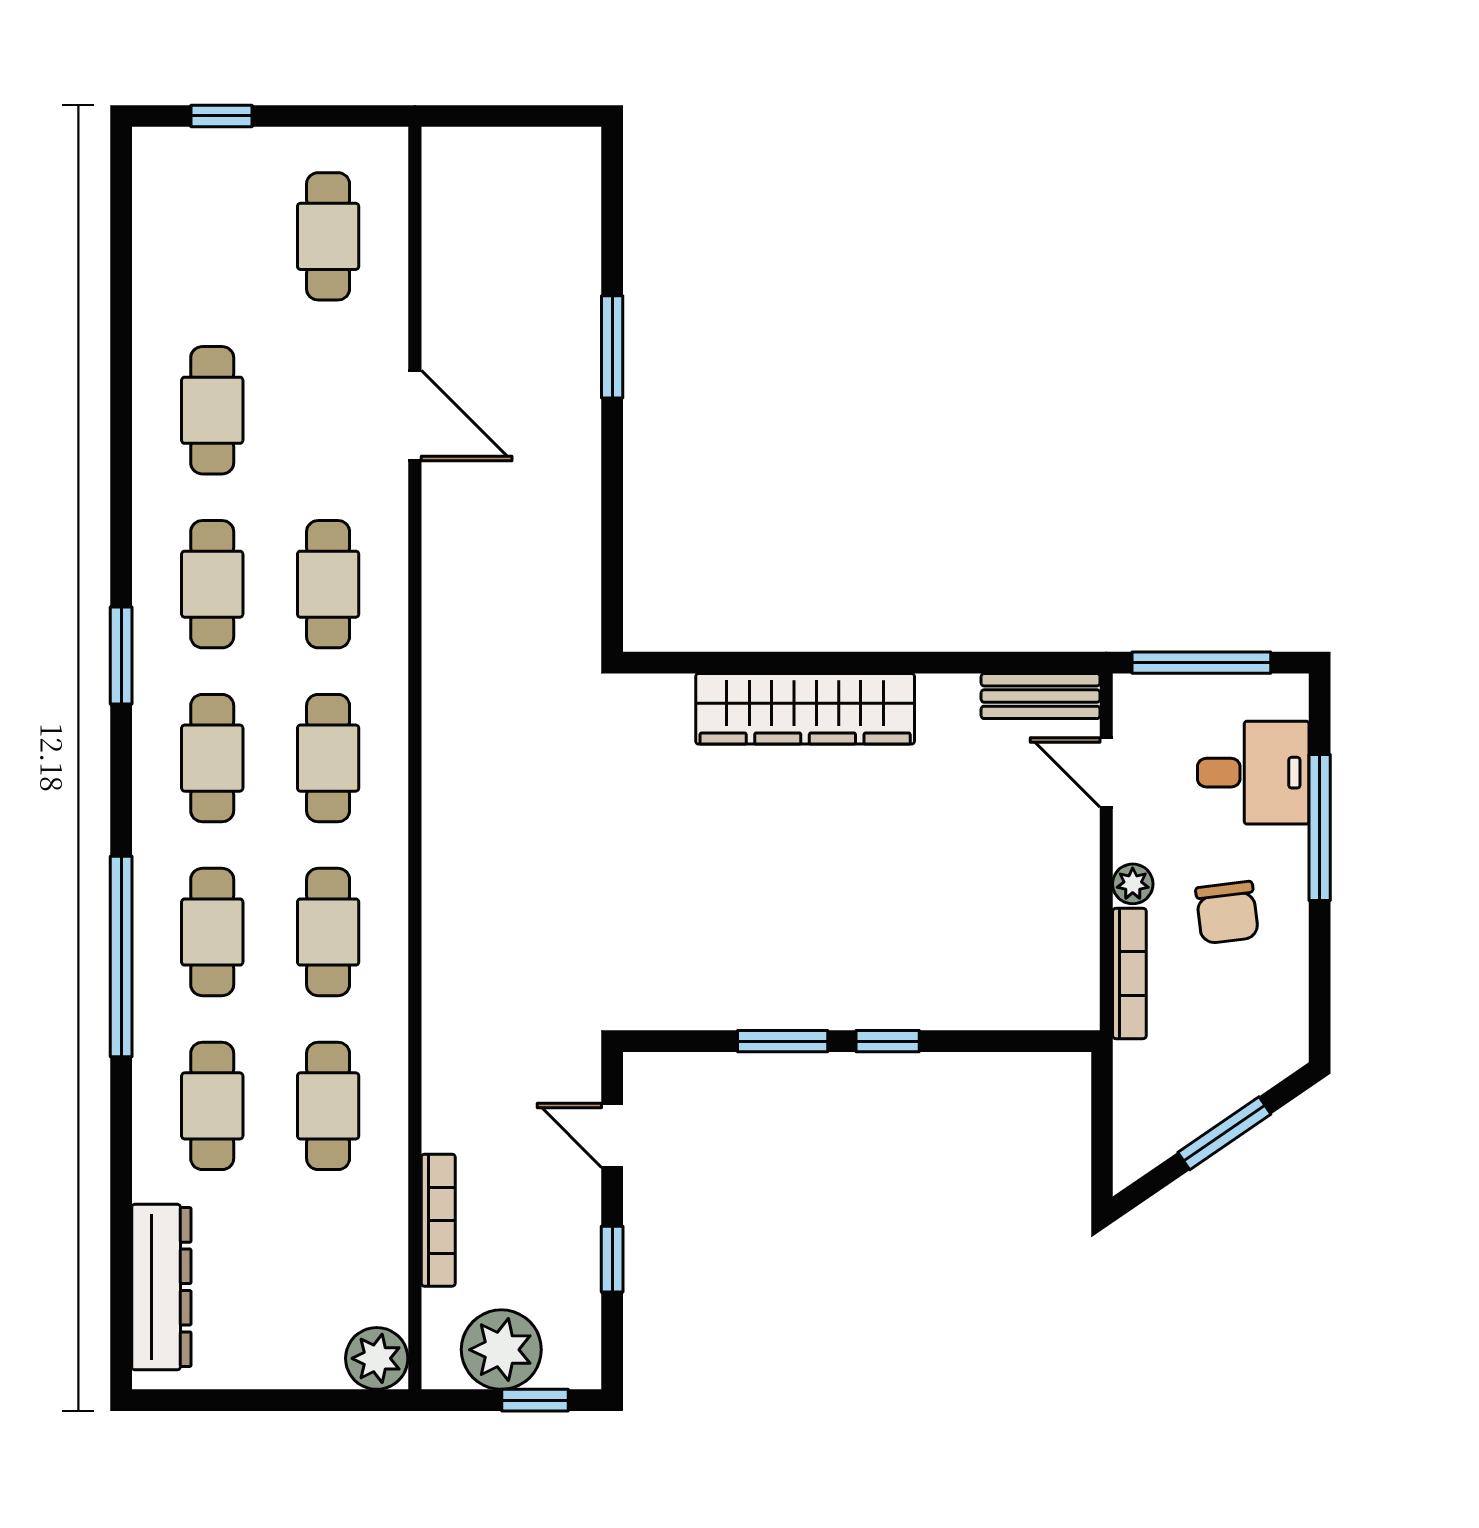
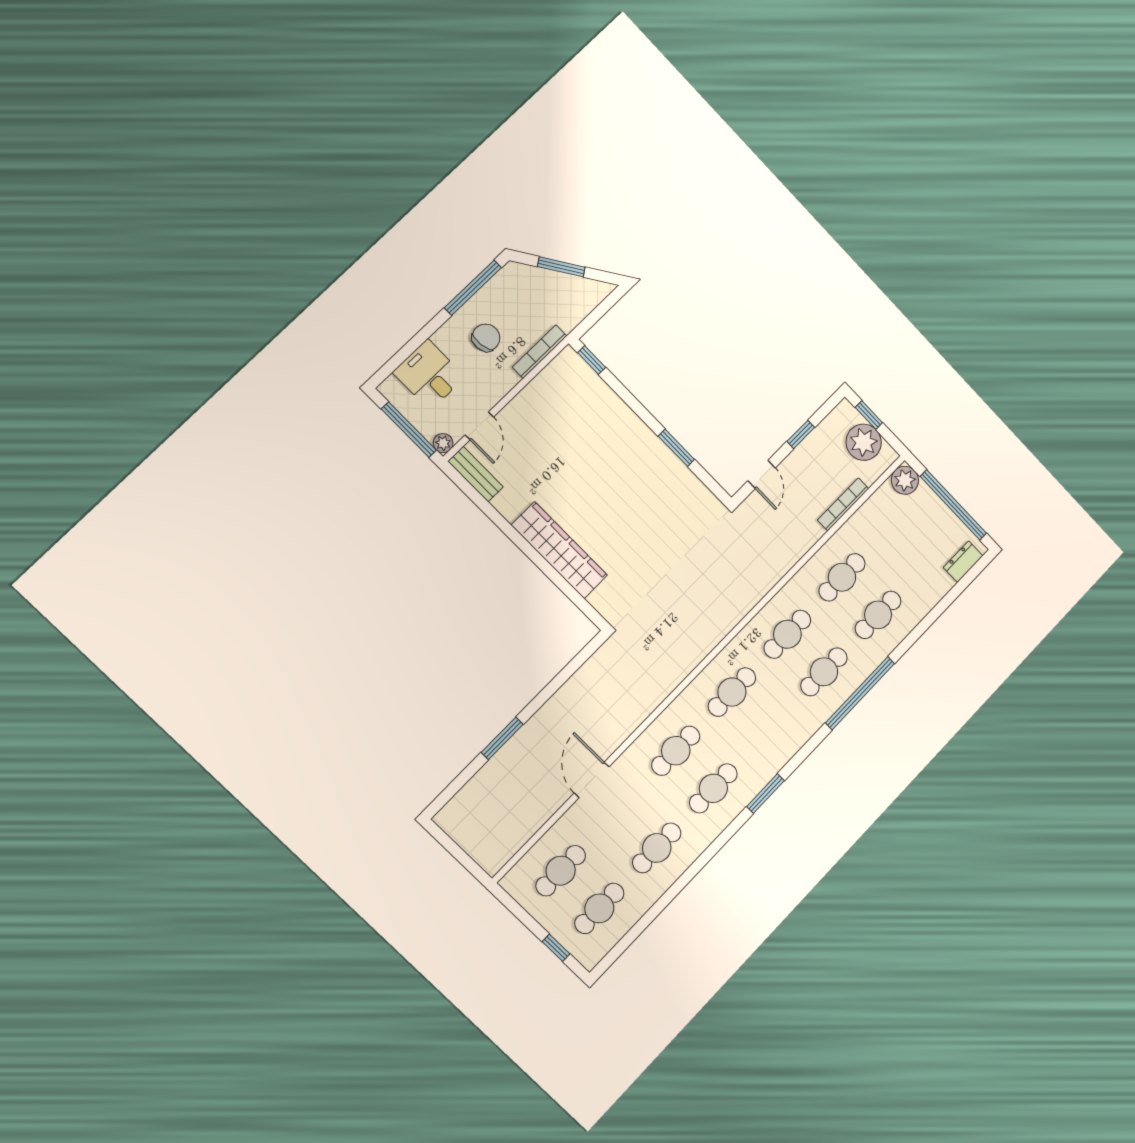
cafe table: (212, 758) -> (599, 908), moved
window: (1320, 827) -> (473, 288), moved
plant: (1133, 884) -> (443, 443), moved
window: (888, 1041) -> (592, 360), moved
dresser: (161, 1287) -> (963, 562), width x0.51, depth x0.80
window: (260, 1400) -> (953, 505), added

